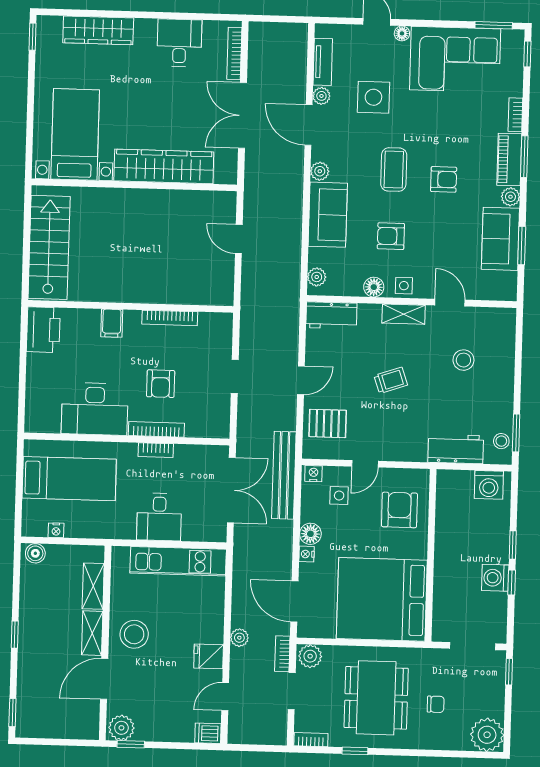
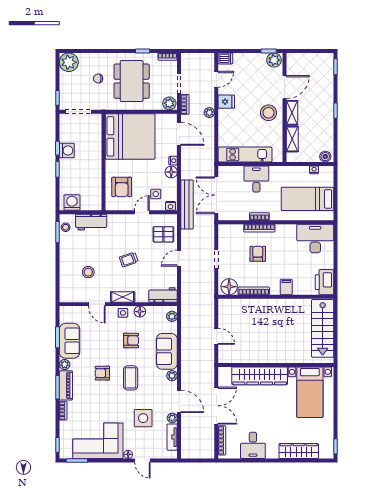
floor lamp: (213, 327) -> (229, 287), added
desk: (95, 409) -> (315, 239), moved

